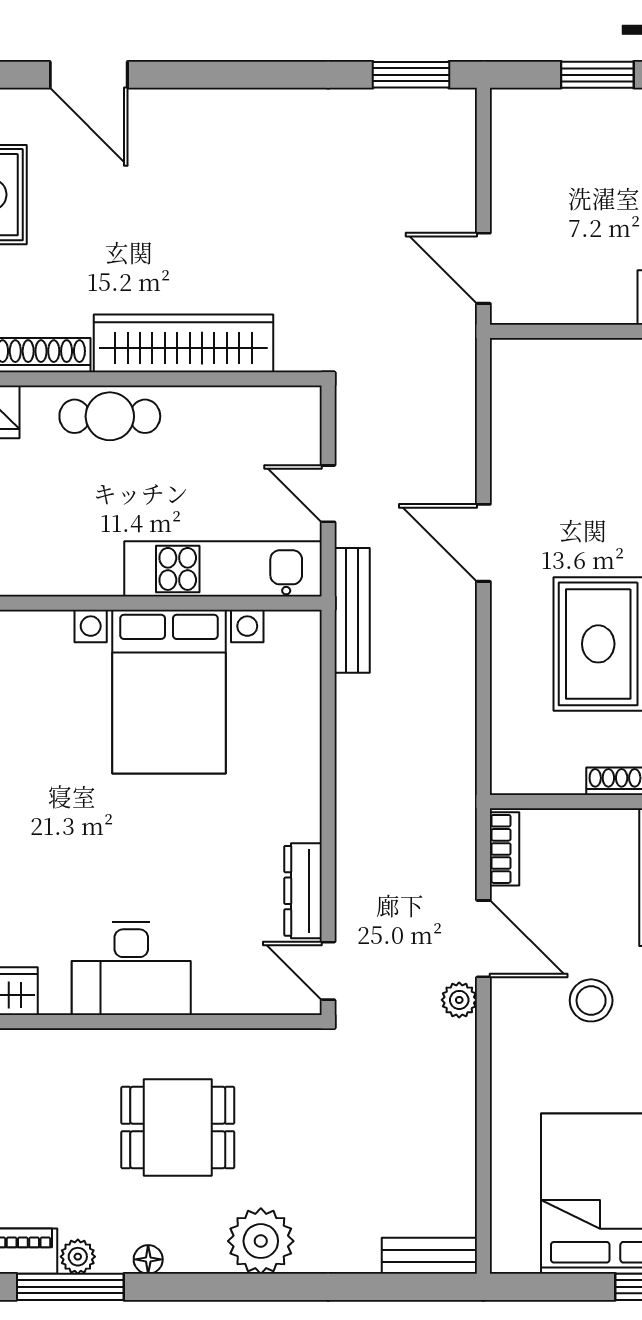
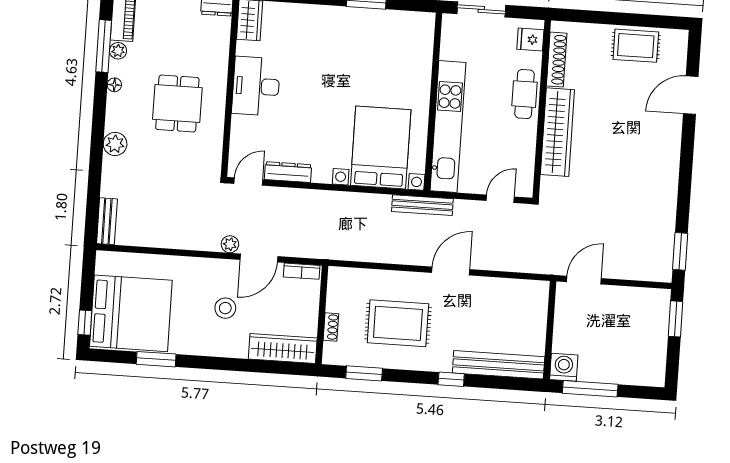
window: (597, 75) -> (676, 319), moved
door: (328, 494) -> (500, 199), moved
kitchen unit: (223, 569) -> (448, 127), width x1.36
bed with nightstands: (169, 692) -> (381, 148), moved, turned 90
plant: (261, 1241) -> (115, 144), width x0.73, depth x0.73

